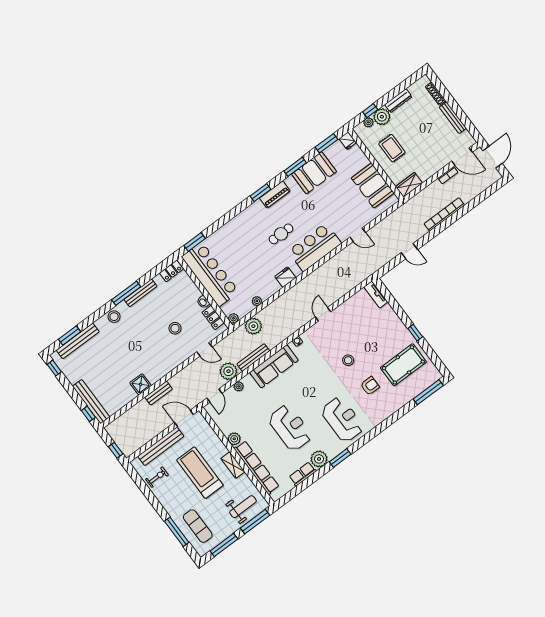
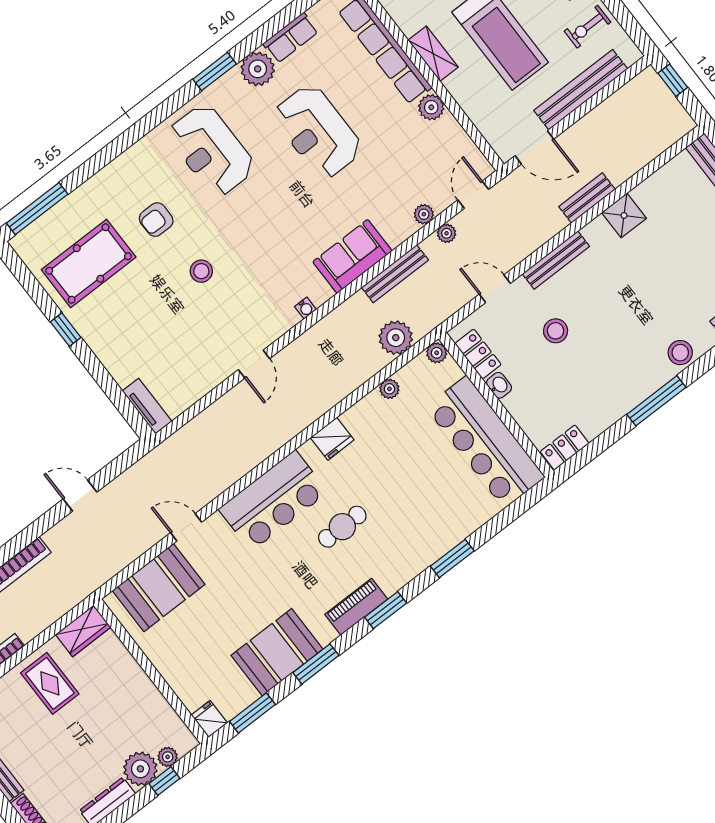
rug: (392, 148) -> (50, 683), moved
booth: (373, 185) -> (159, 588), moved, turned 90
window: (195, 242) -> (452, 558), moved
bench: (141, 293) -> (556, 260), moved
sofa: (274, 366) -> (352, 256), width x0.73
plant: (228, 371) -> (447, 233), width x0.53, depth x0.53

